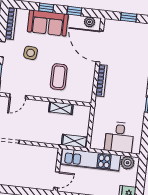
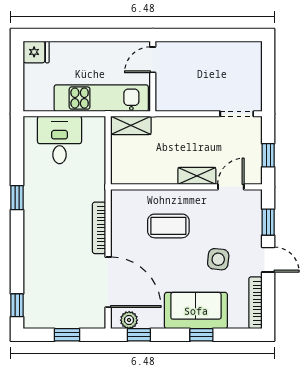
window: (74, 11) -> (139, 335), moved
coffee table: (59, 77) -> (168, 226), turned 90
shelving: (61, 108) -> (197, 176), moved
plant: (128, 163) -> (42, 100), removed

